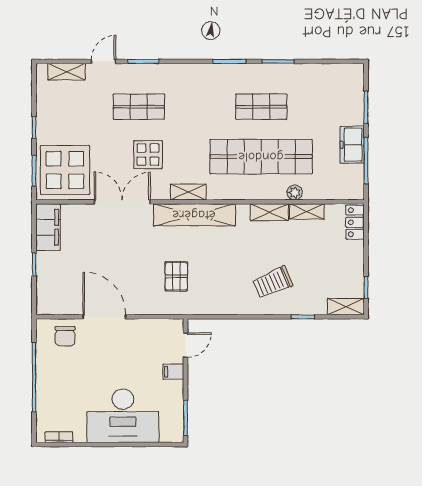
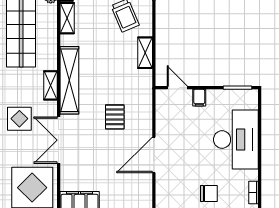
pallet: (176, 276) -> (115, 117), moved, turned 90
shelving: (228, 306) -> (145, 53), added
chair: (65, 336) -> (209, 194), moved

